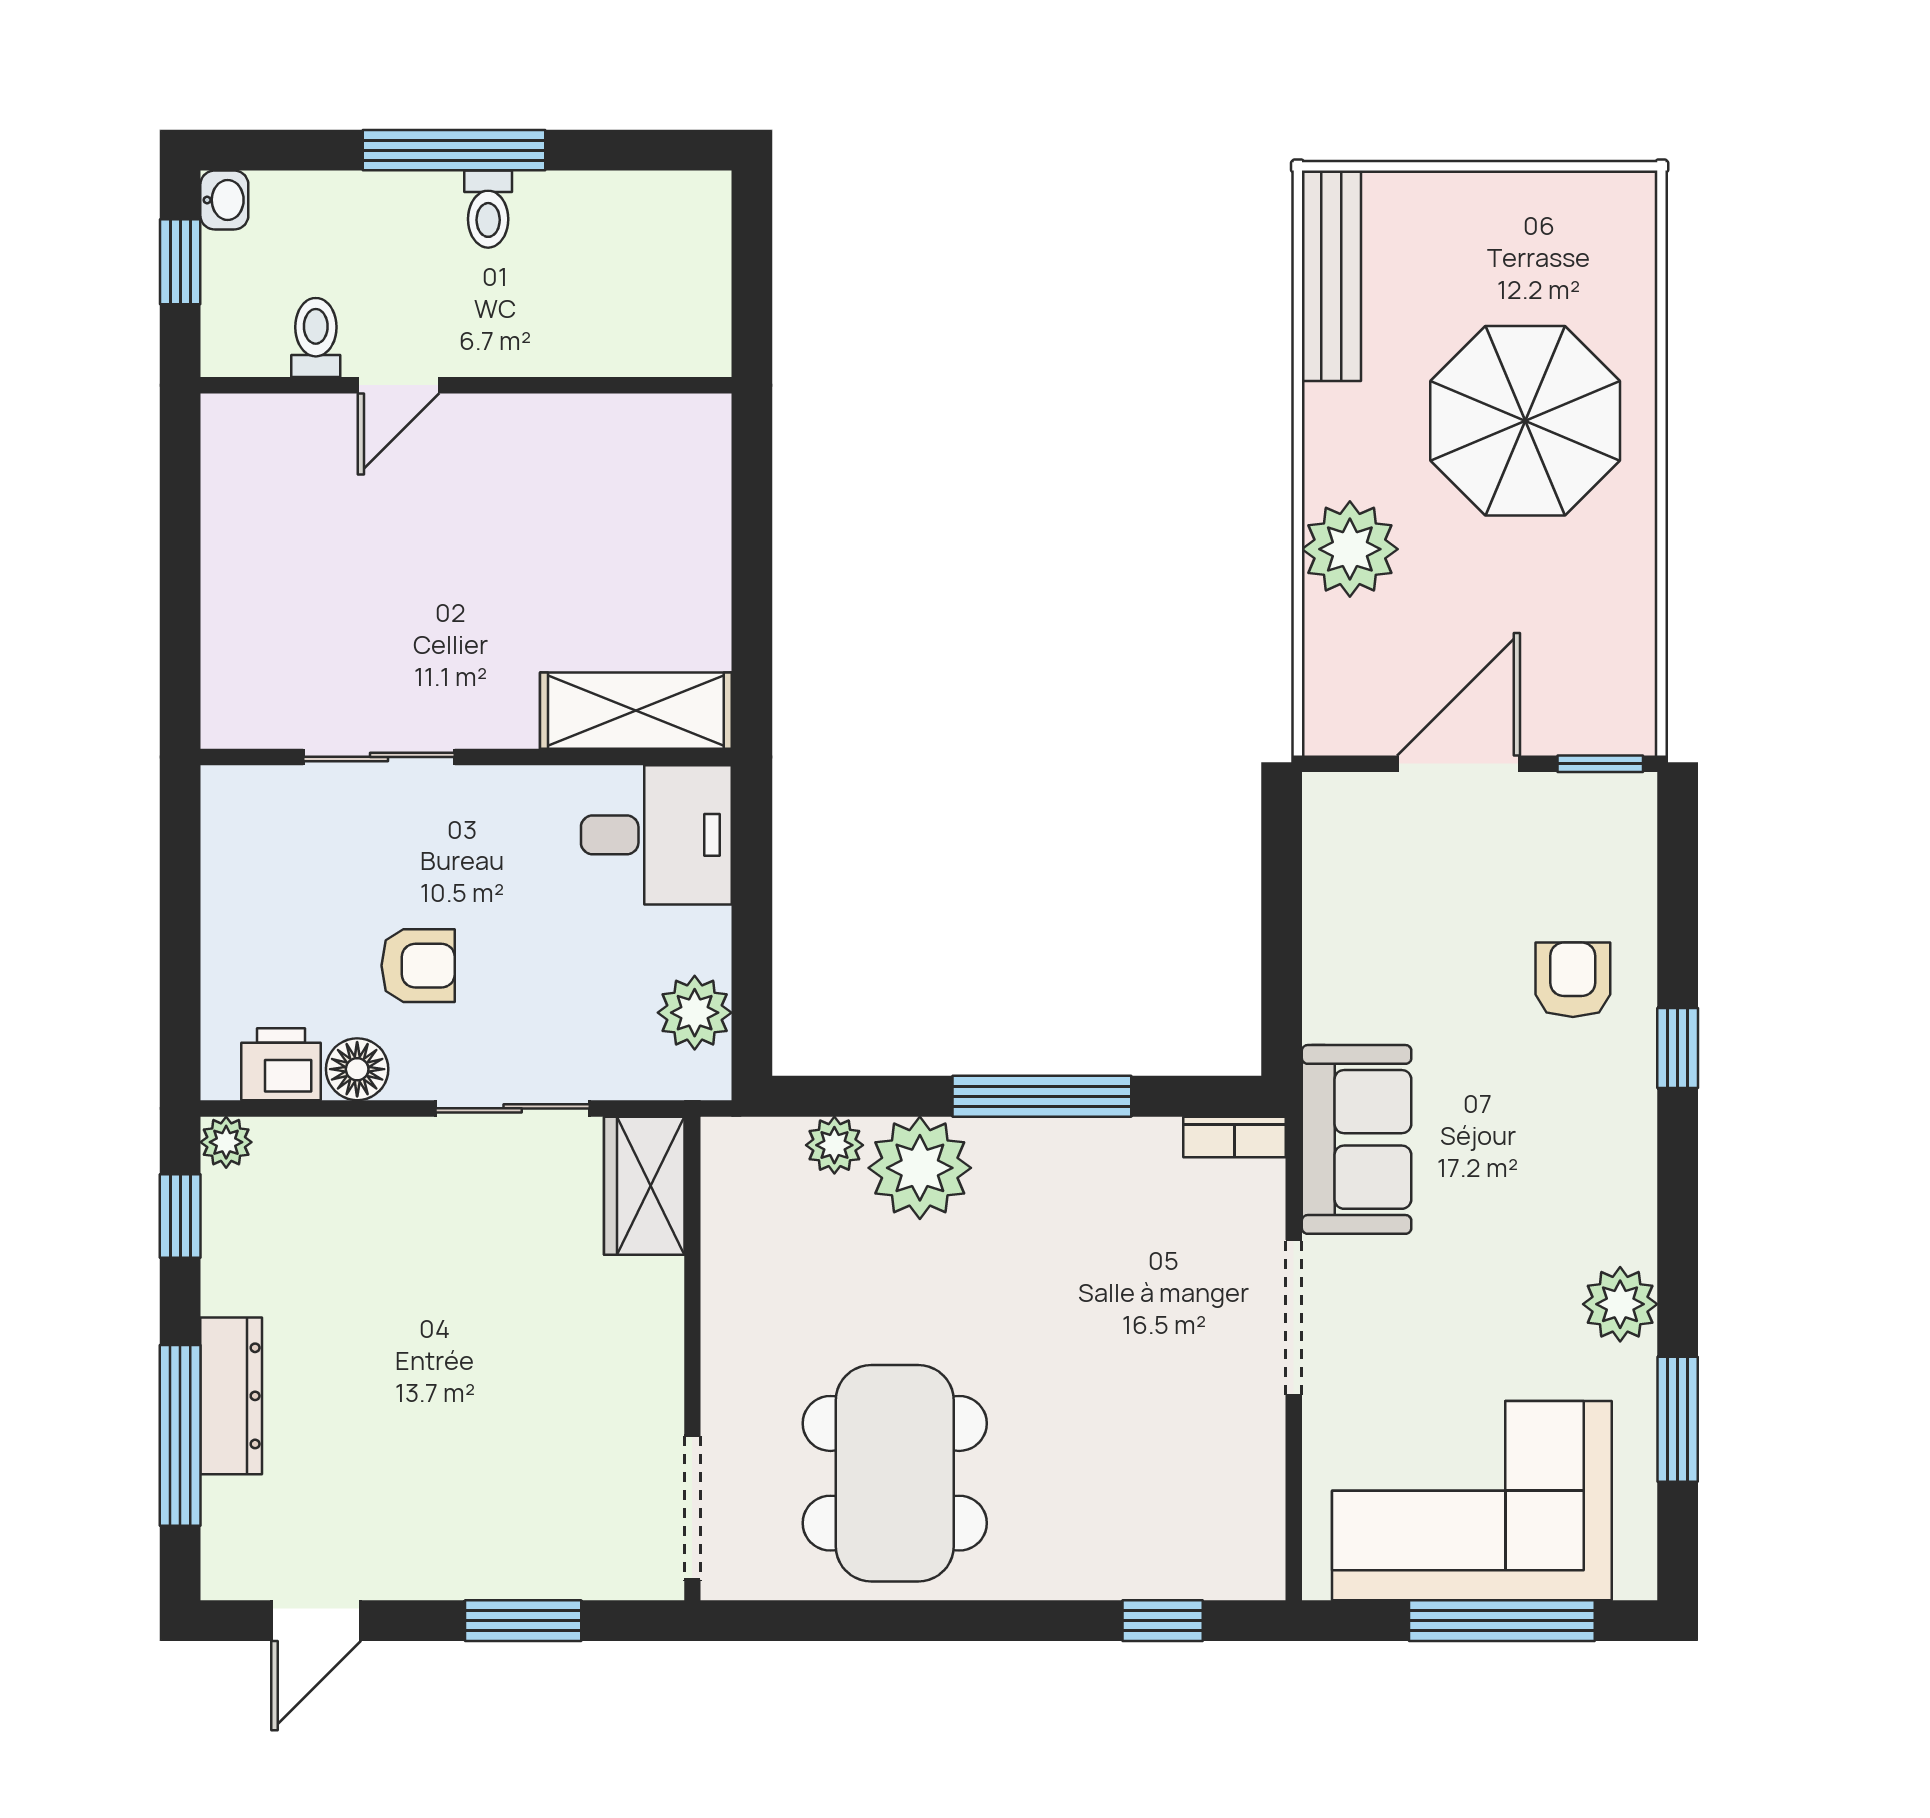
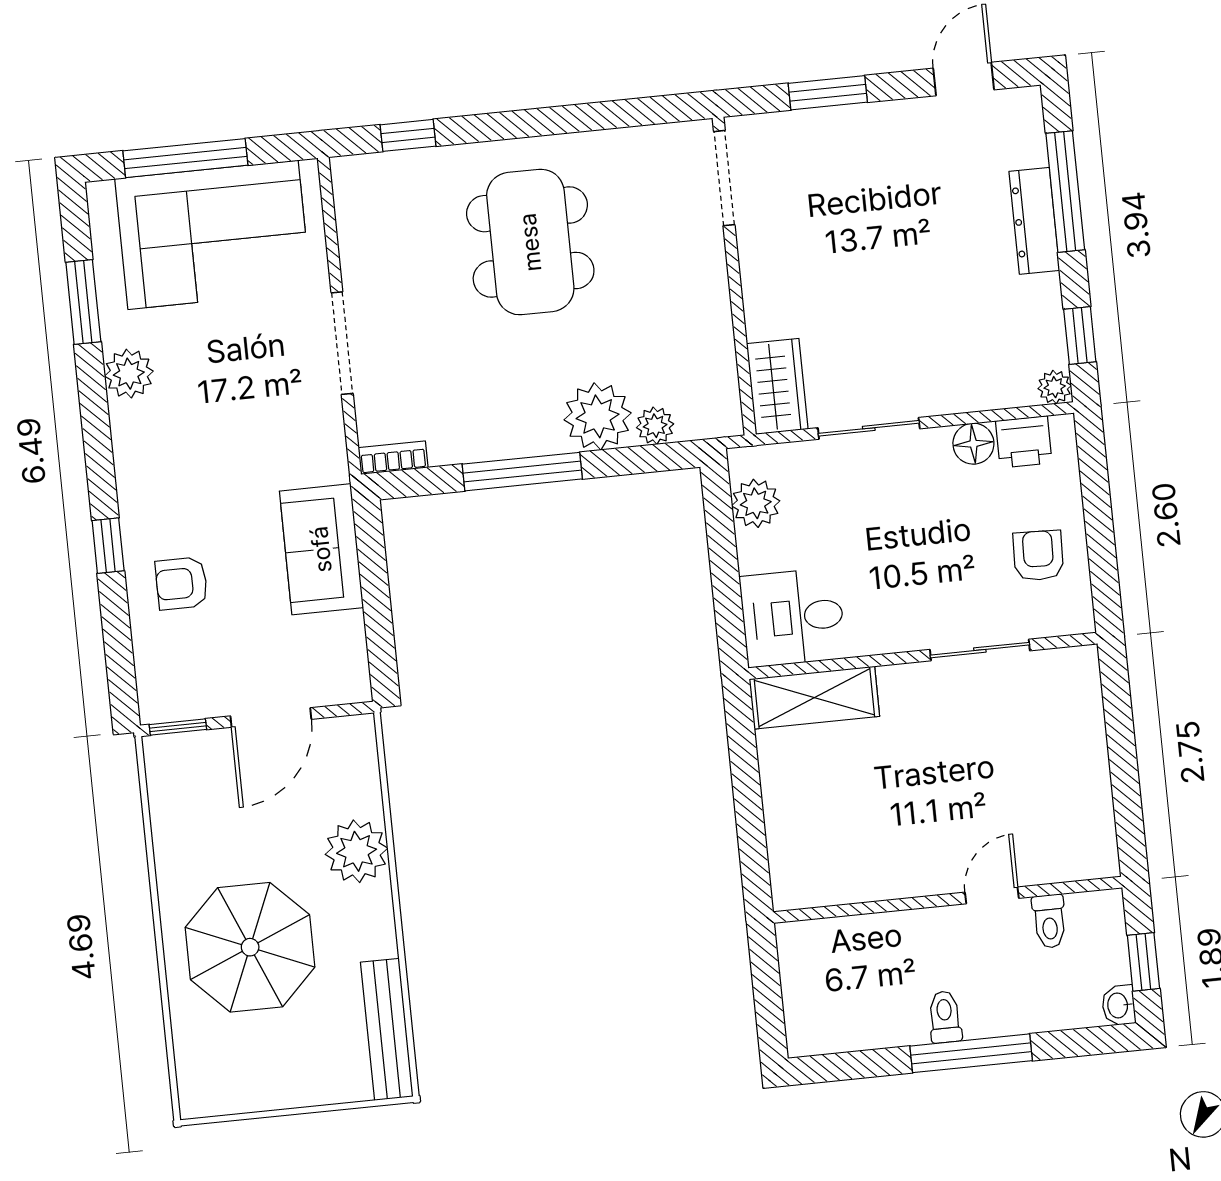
armchair: (418, 966) -> (1038, 556), moved, turned 92
armchair: (1573, 980) -> (181, 583), turned 90
sofa: (1357, 1139) -> (321, 549), moved
dining table: (895, 1473) -> (530, 242), moved

